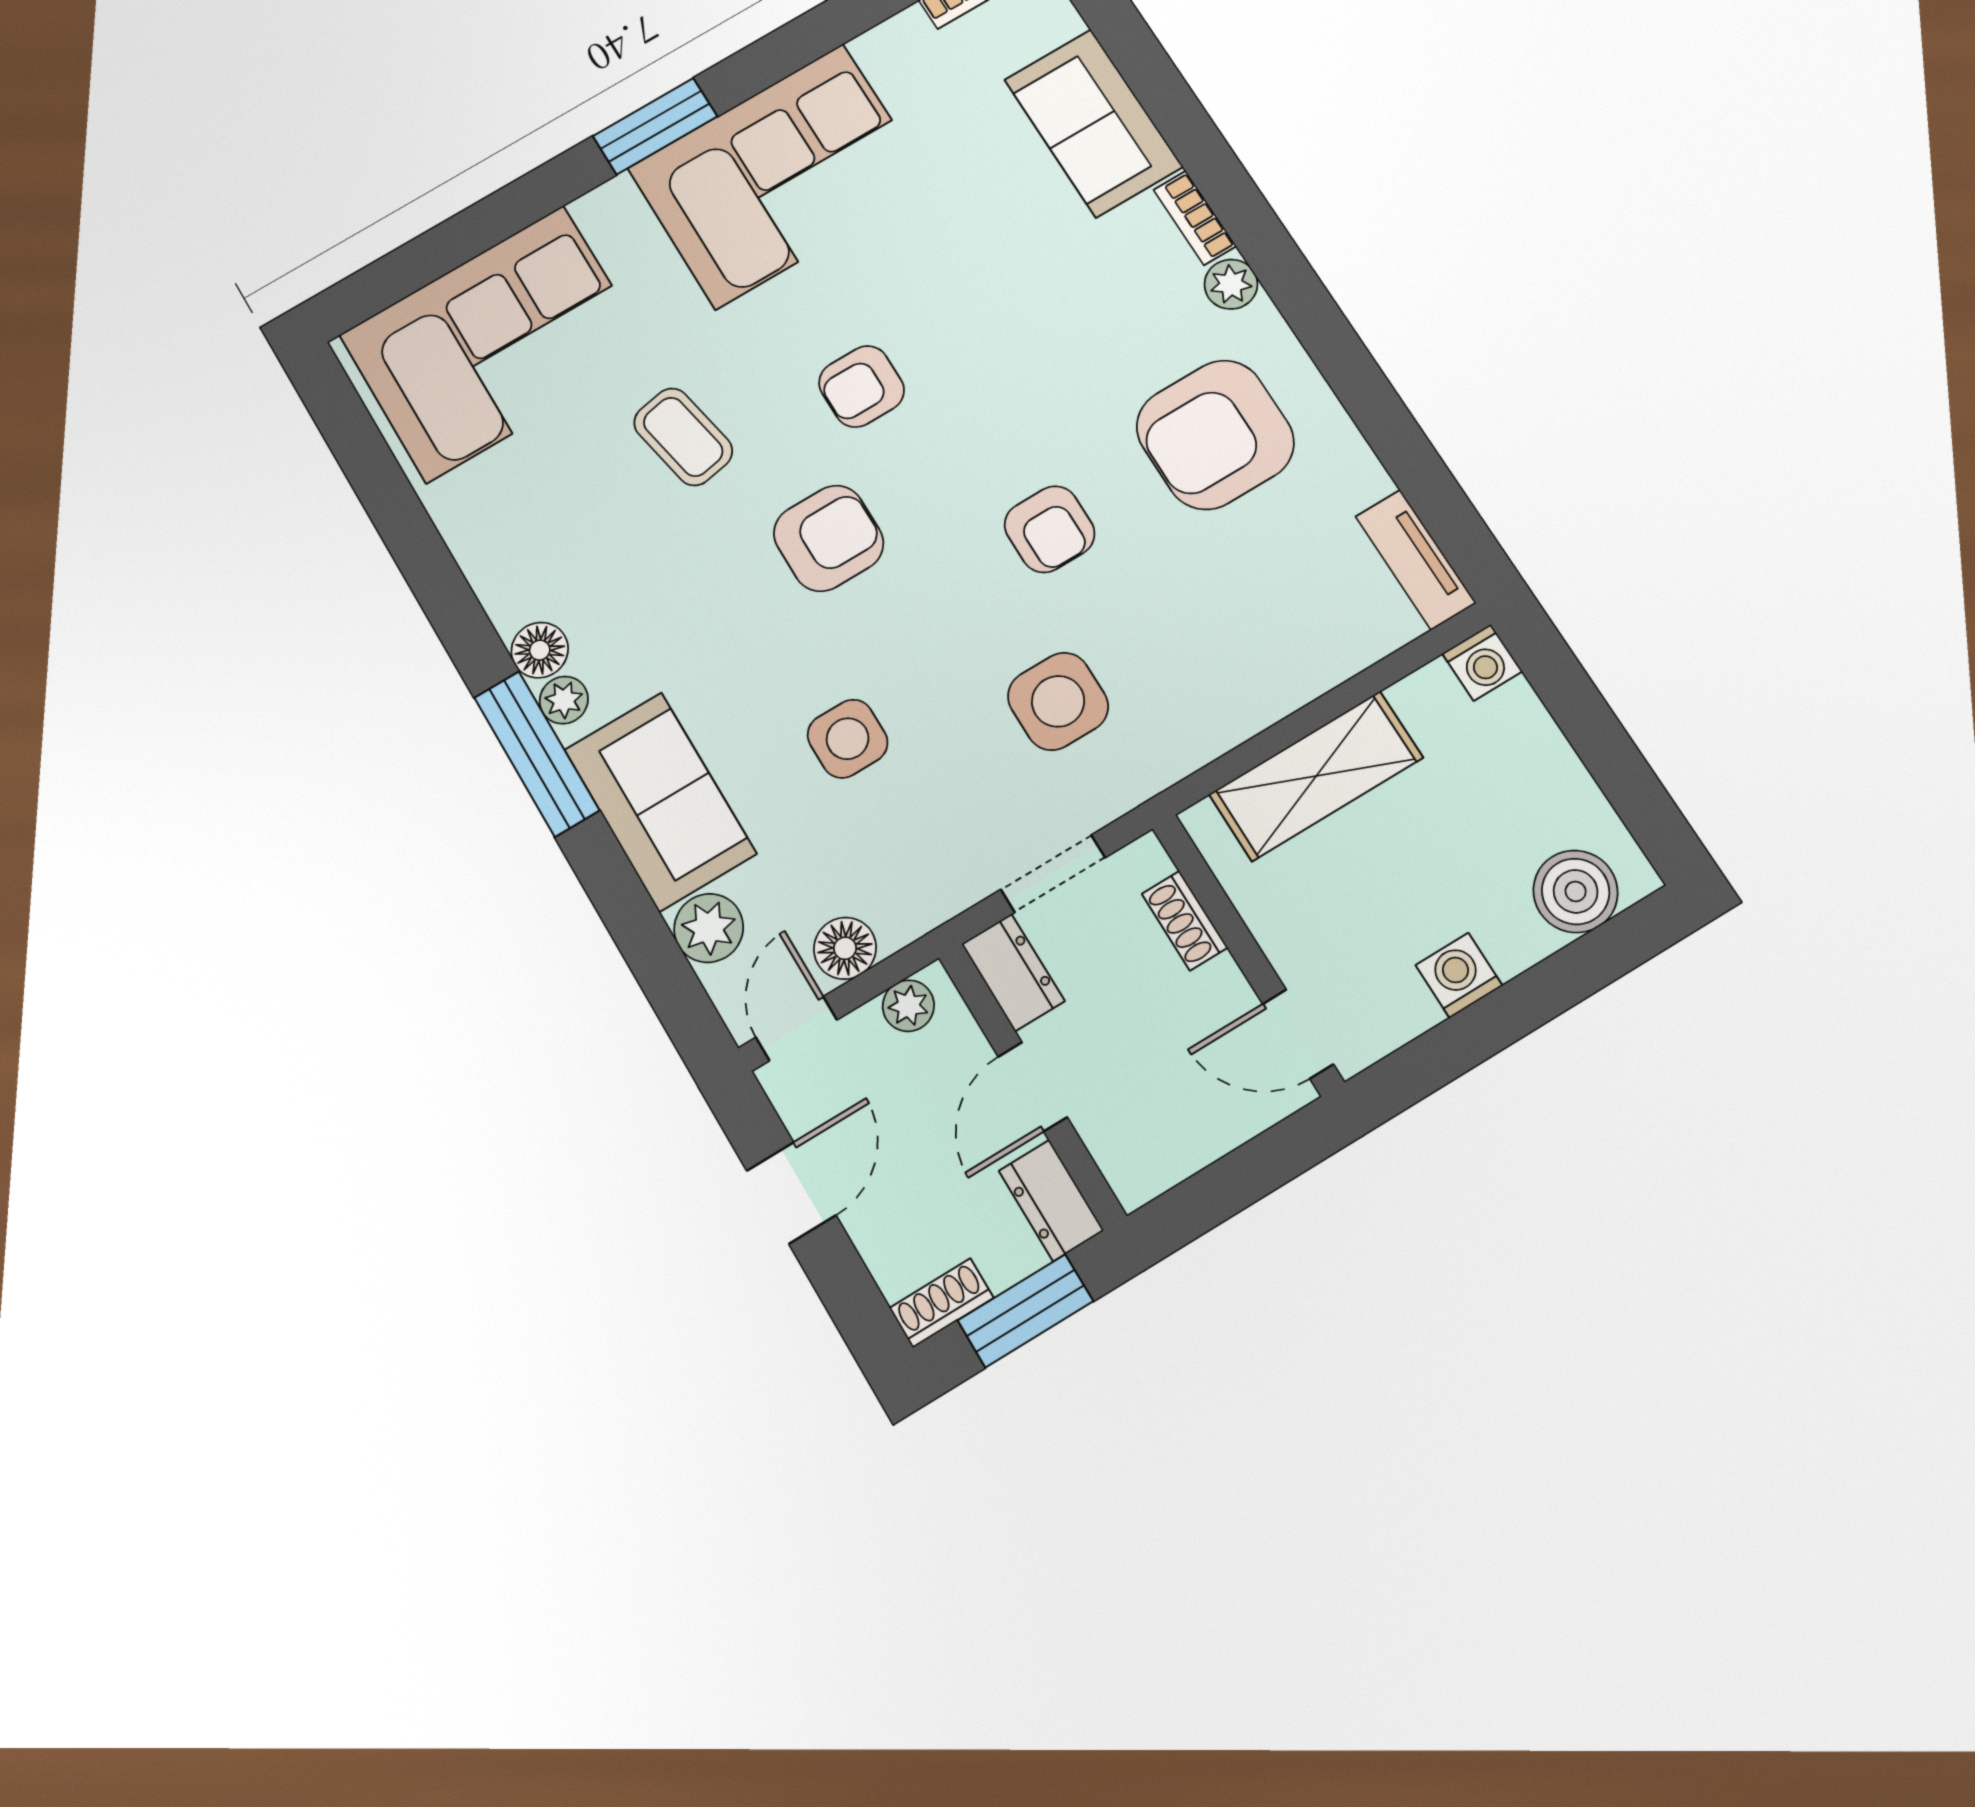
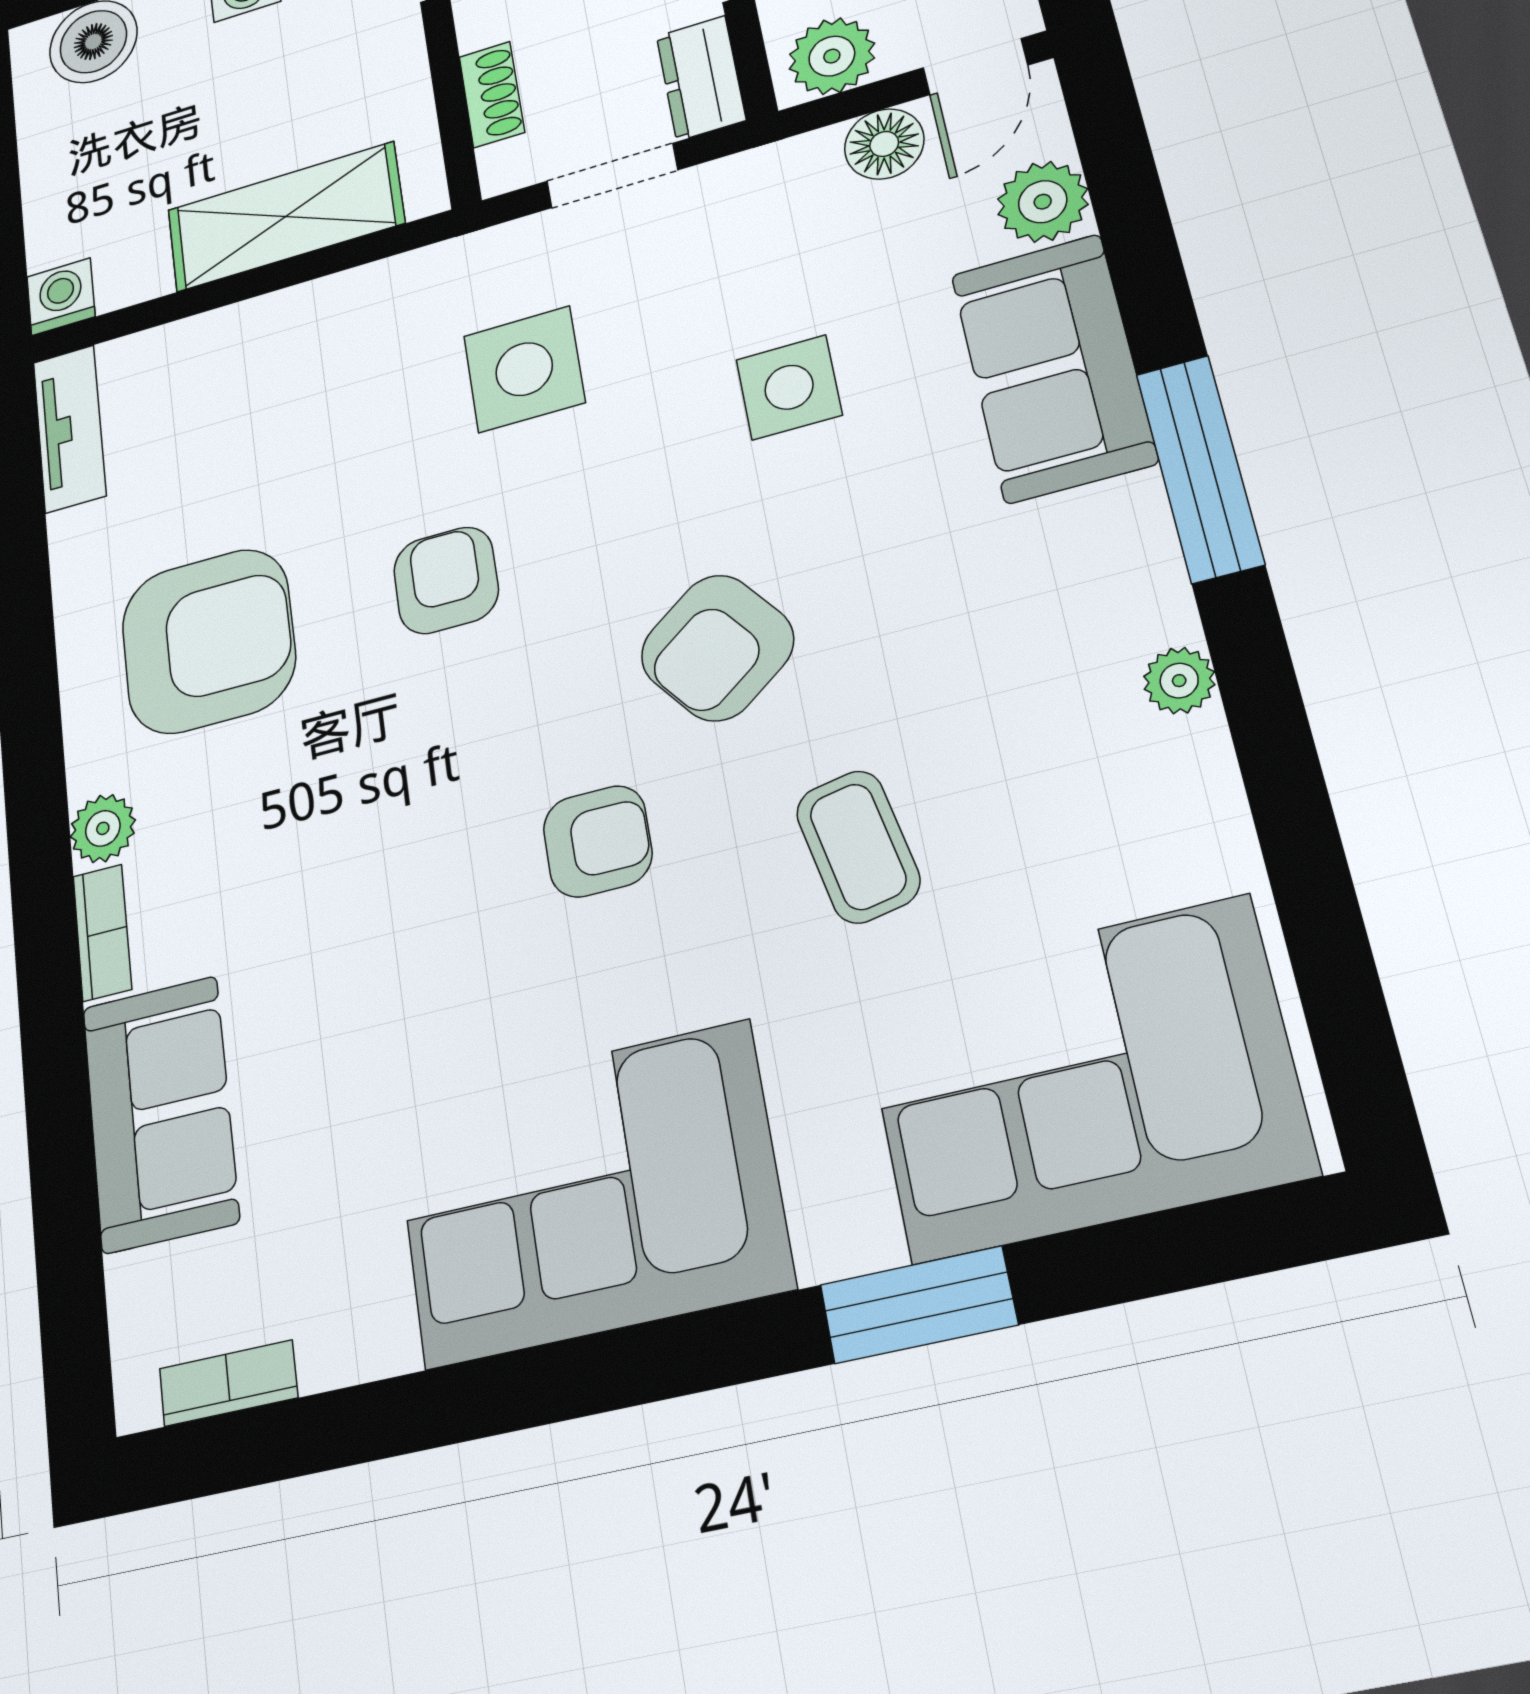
window: (655, 126) -> (918, 1305), moved
armchair: (829, 538) -> (717, 648), turned -37
floor lamp: (540, 650) -> (1153, 606), removed
plant: (564, 700) -> (1179, 681), moved
plant: (908, 1006) -> (832, 56), width x1.38, depth x1.38

